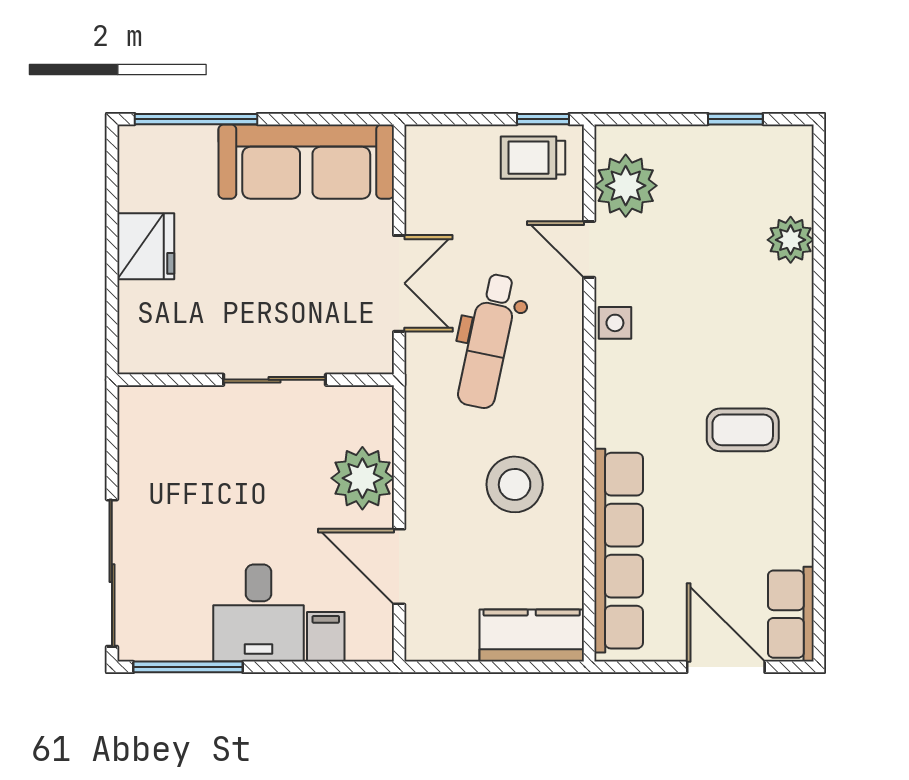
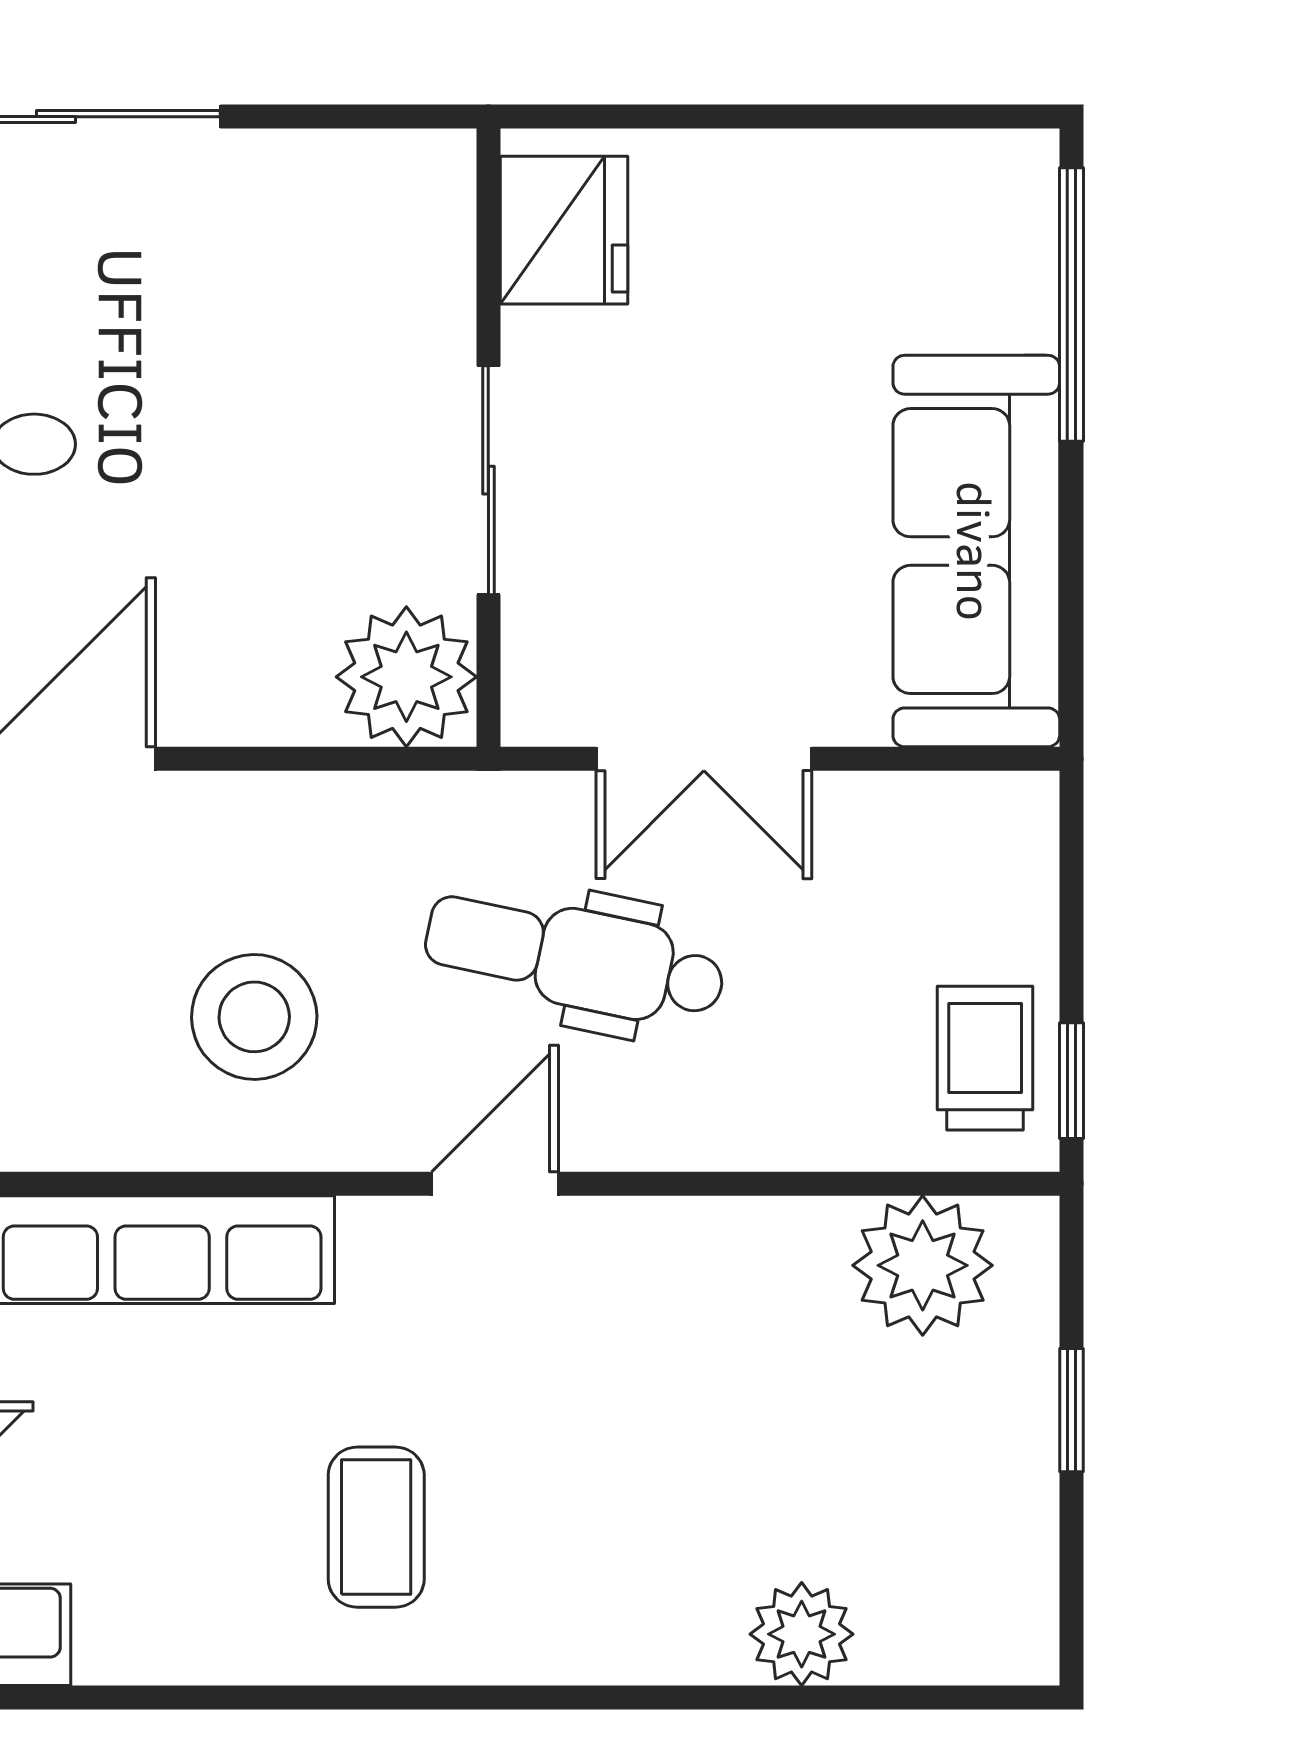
window: (735, 119) -> (1071, 1410), moved
fridge: (146, 246) -> (564, 230), moved, turned -90
door: (589, 249) -> (495, 1184), moved
side table: (615, 323) -> (615, 1241), removed
plant: (362, 478) -> (406, 677), moved

